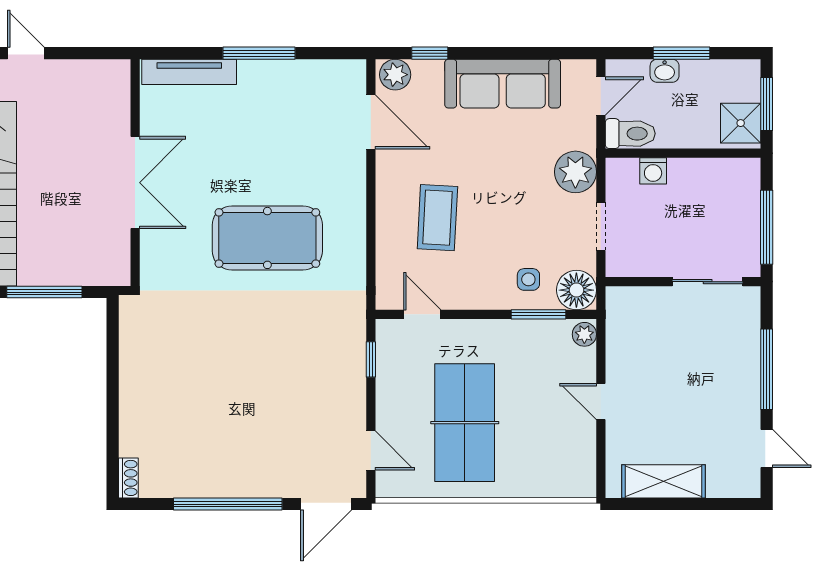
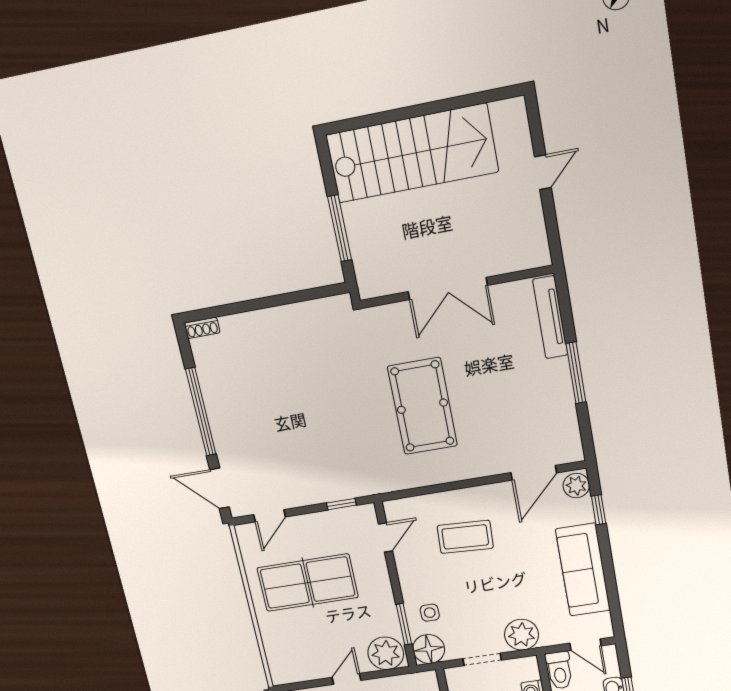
plant: (584, 334) -> (386, 653), width x1.88, depth x1.88

